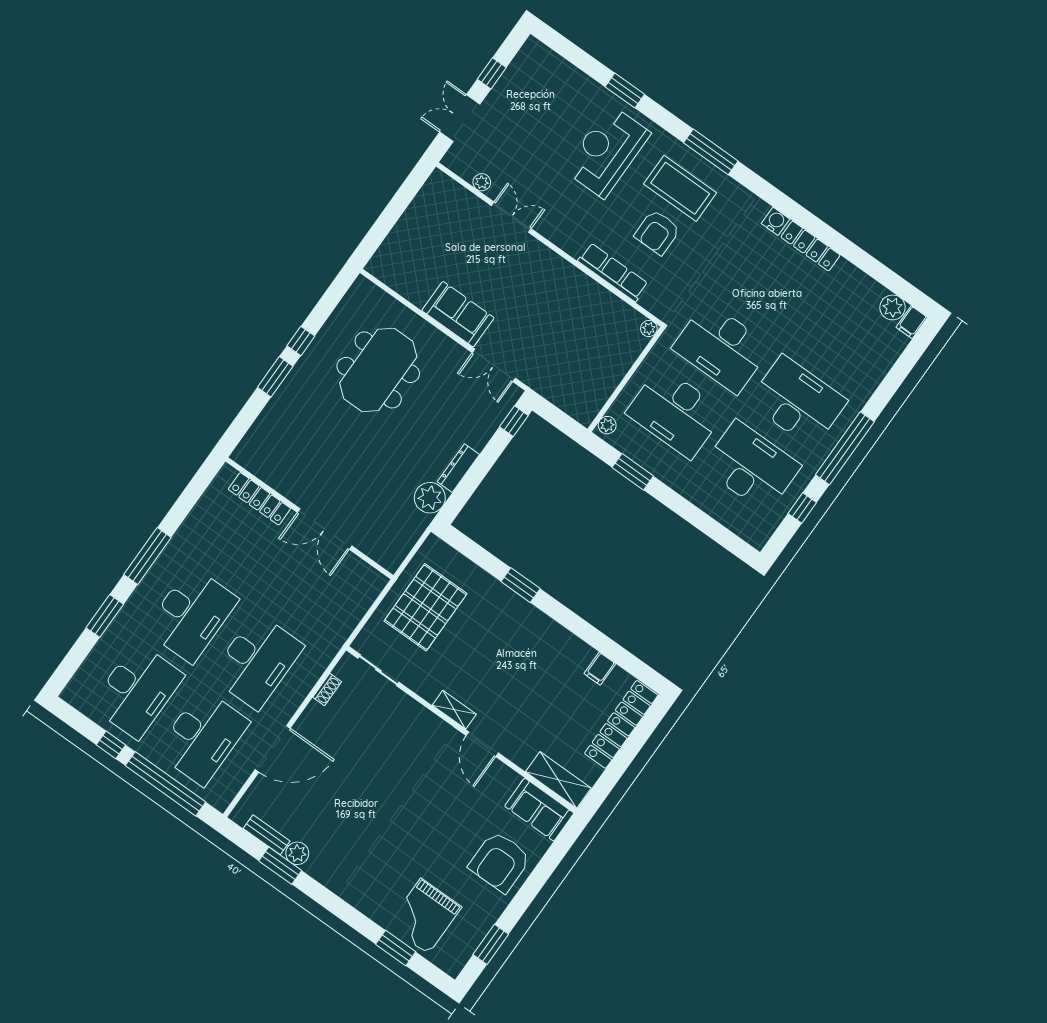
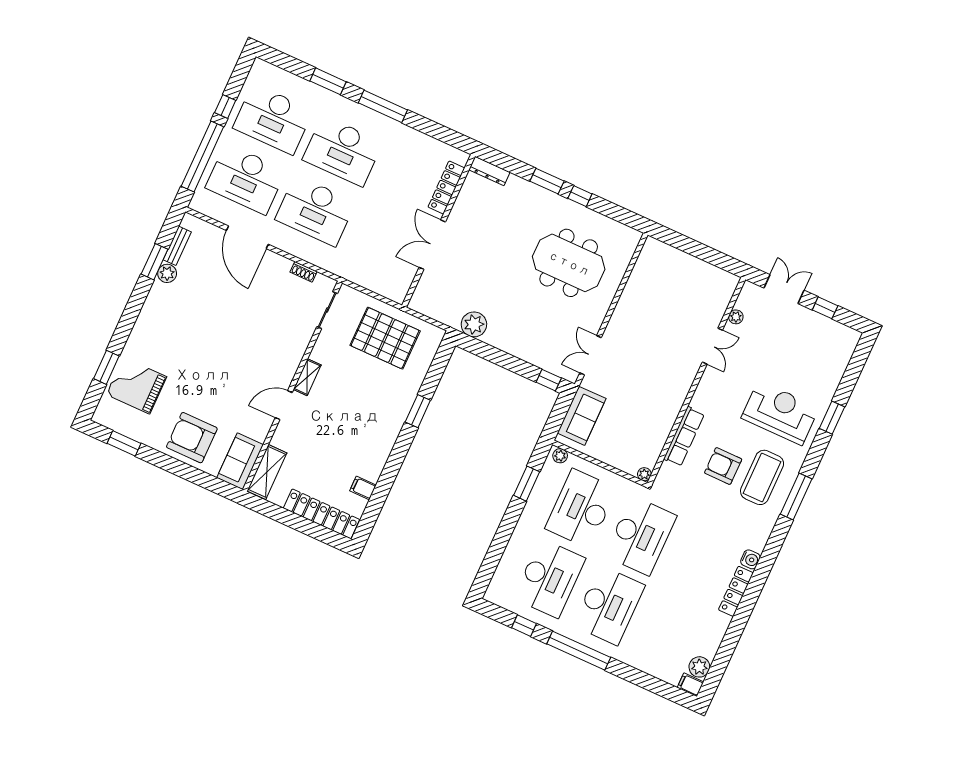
sofa: (458, 314) -> (582, 416), moved
desk: (722, 347) -> (641, 536), turned 180
dresser: (458, 468) -> (489, 171), moved, turned 180

